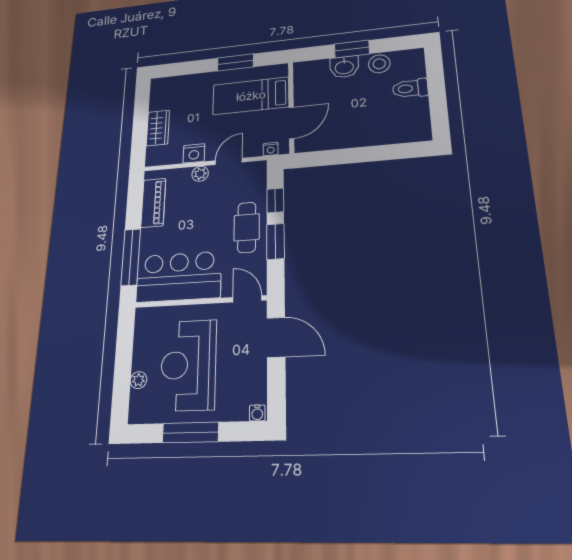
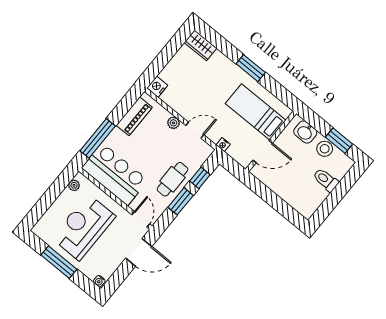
window: (352, 49) -> (339, 141), moved
bed: (251, 96) -> (256, 112), moved
wall: (291, 107) -> (271, 141), moved
door: (291, 123) -> (263, 152), moved
wardrobe: (158, 128) -> (200, 45), moved, turned 90
nightstand: (194, 153) -> (157, 87), moved, turned 90
door: (276, 337) -> (139, 252), hinge flipped
plant: (138, 380) -> (74, 185), moved

